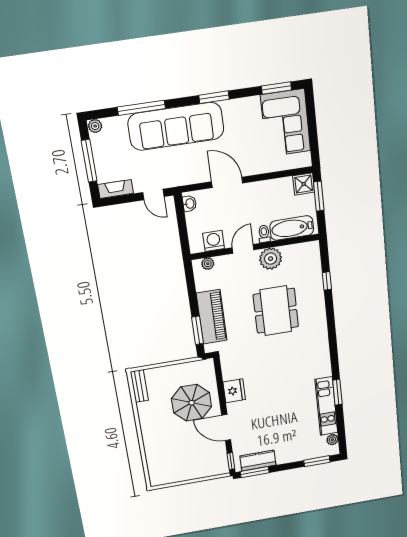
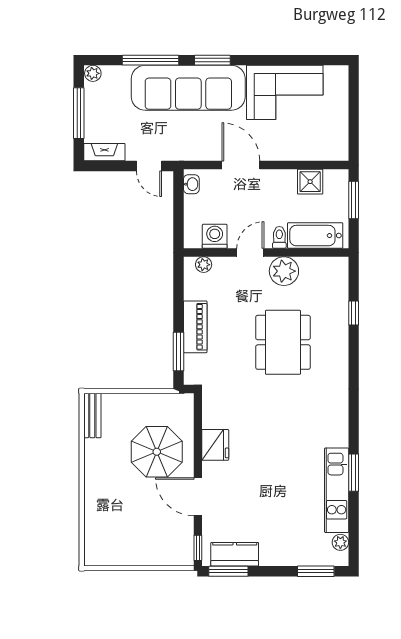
window: (276, 88) -> (315, 60), removed
window: (214, 97) -> (212, 60), moved
corner sofa: (286, 123) -> (285, 92), moved, turned -90
shower: (304, 184) -> (310, 182), moved
piano: (212, 317) -> (195, 327), width x0.73, depth x0.75

